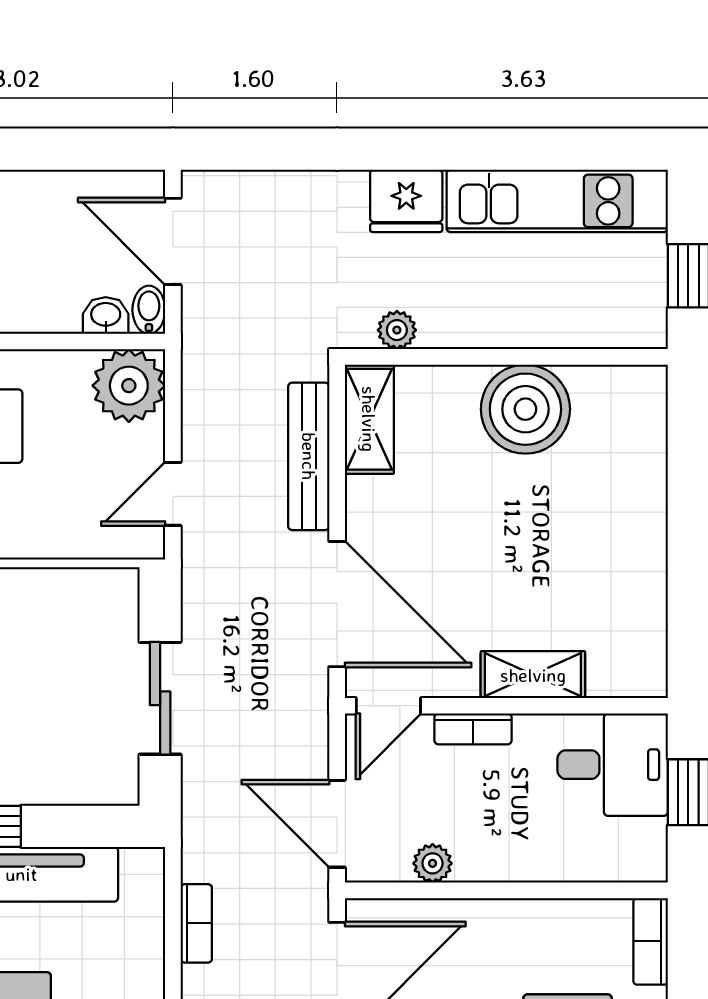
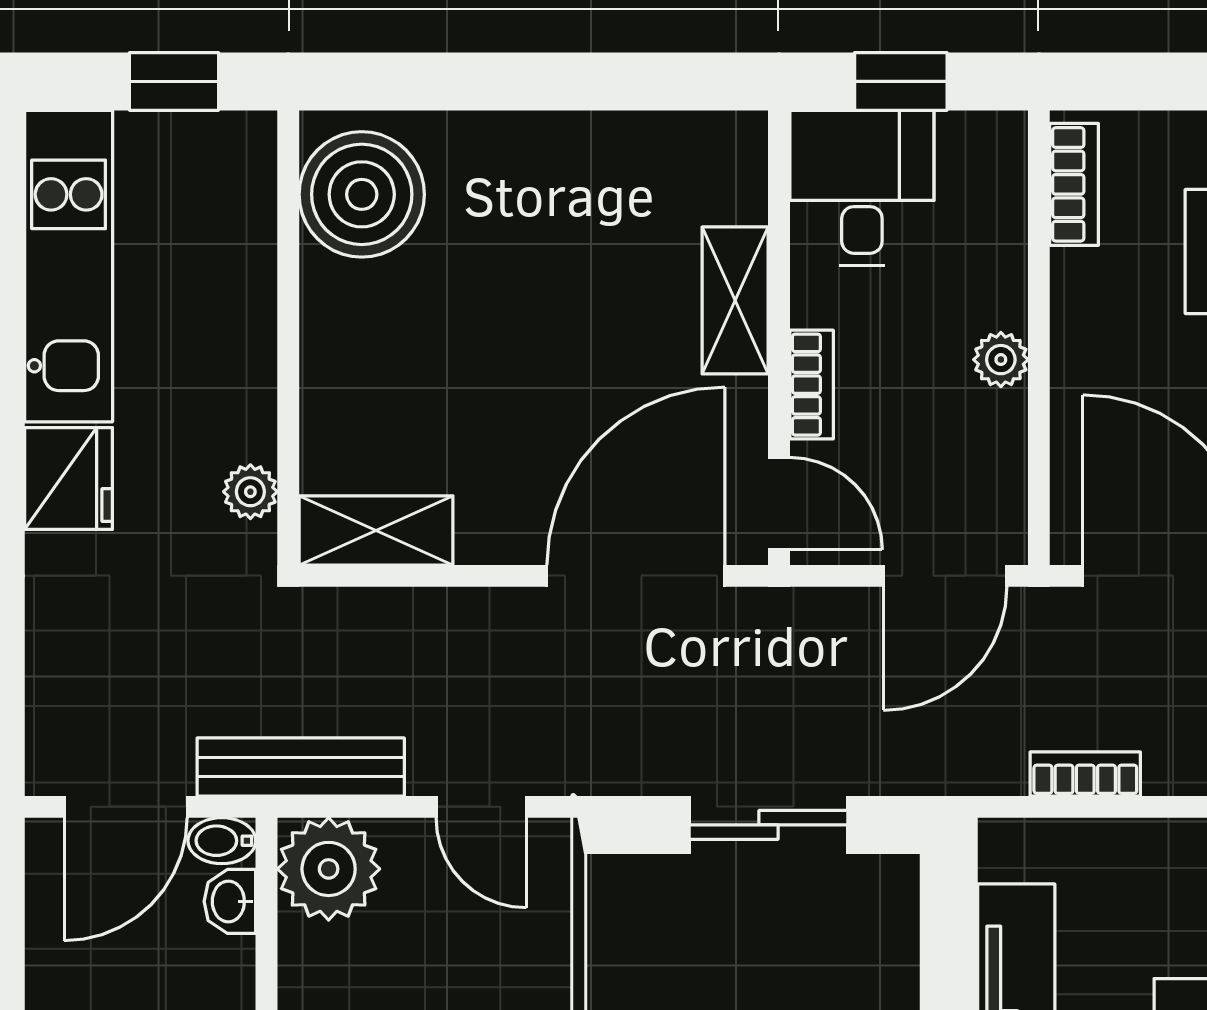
boiler: (525, 409) -> (362, 194), moved
bench: (309, 456) -> (301, 767), moved
plant: (433, 863) -> (1001, 360), moved
bookcase: (651, 941) -> (1074, 184), moved, turned -90

